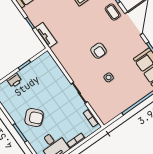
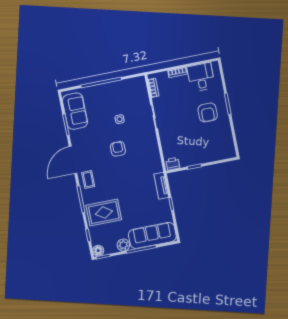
printer: (14, 80) -> (173, 164), moved
armchair: (34, 117) -> (208, 113), turned -137

